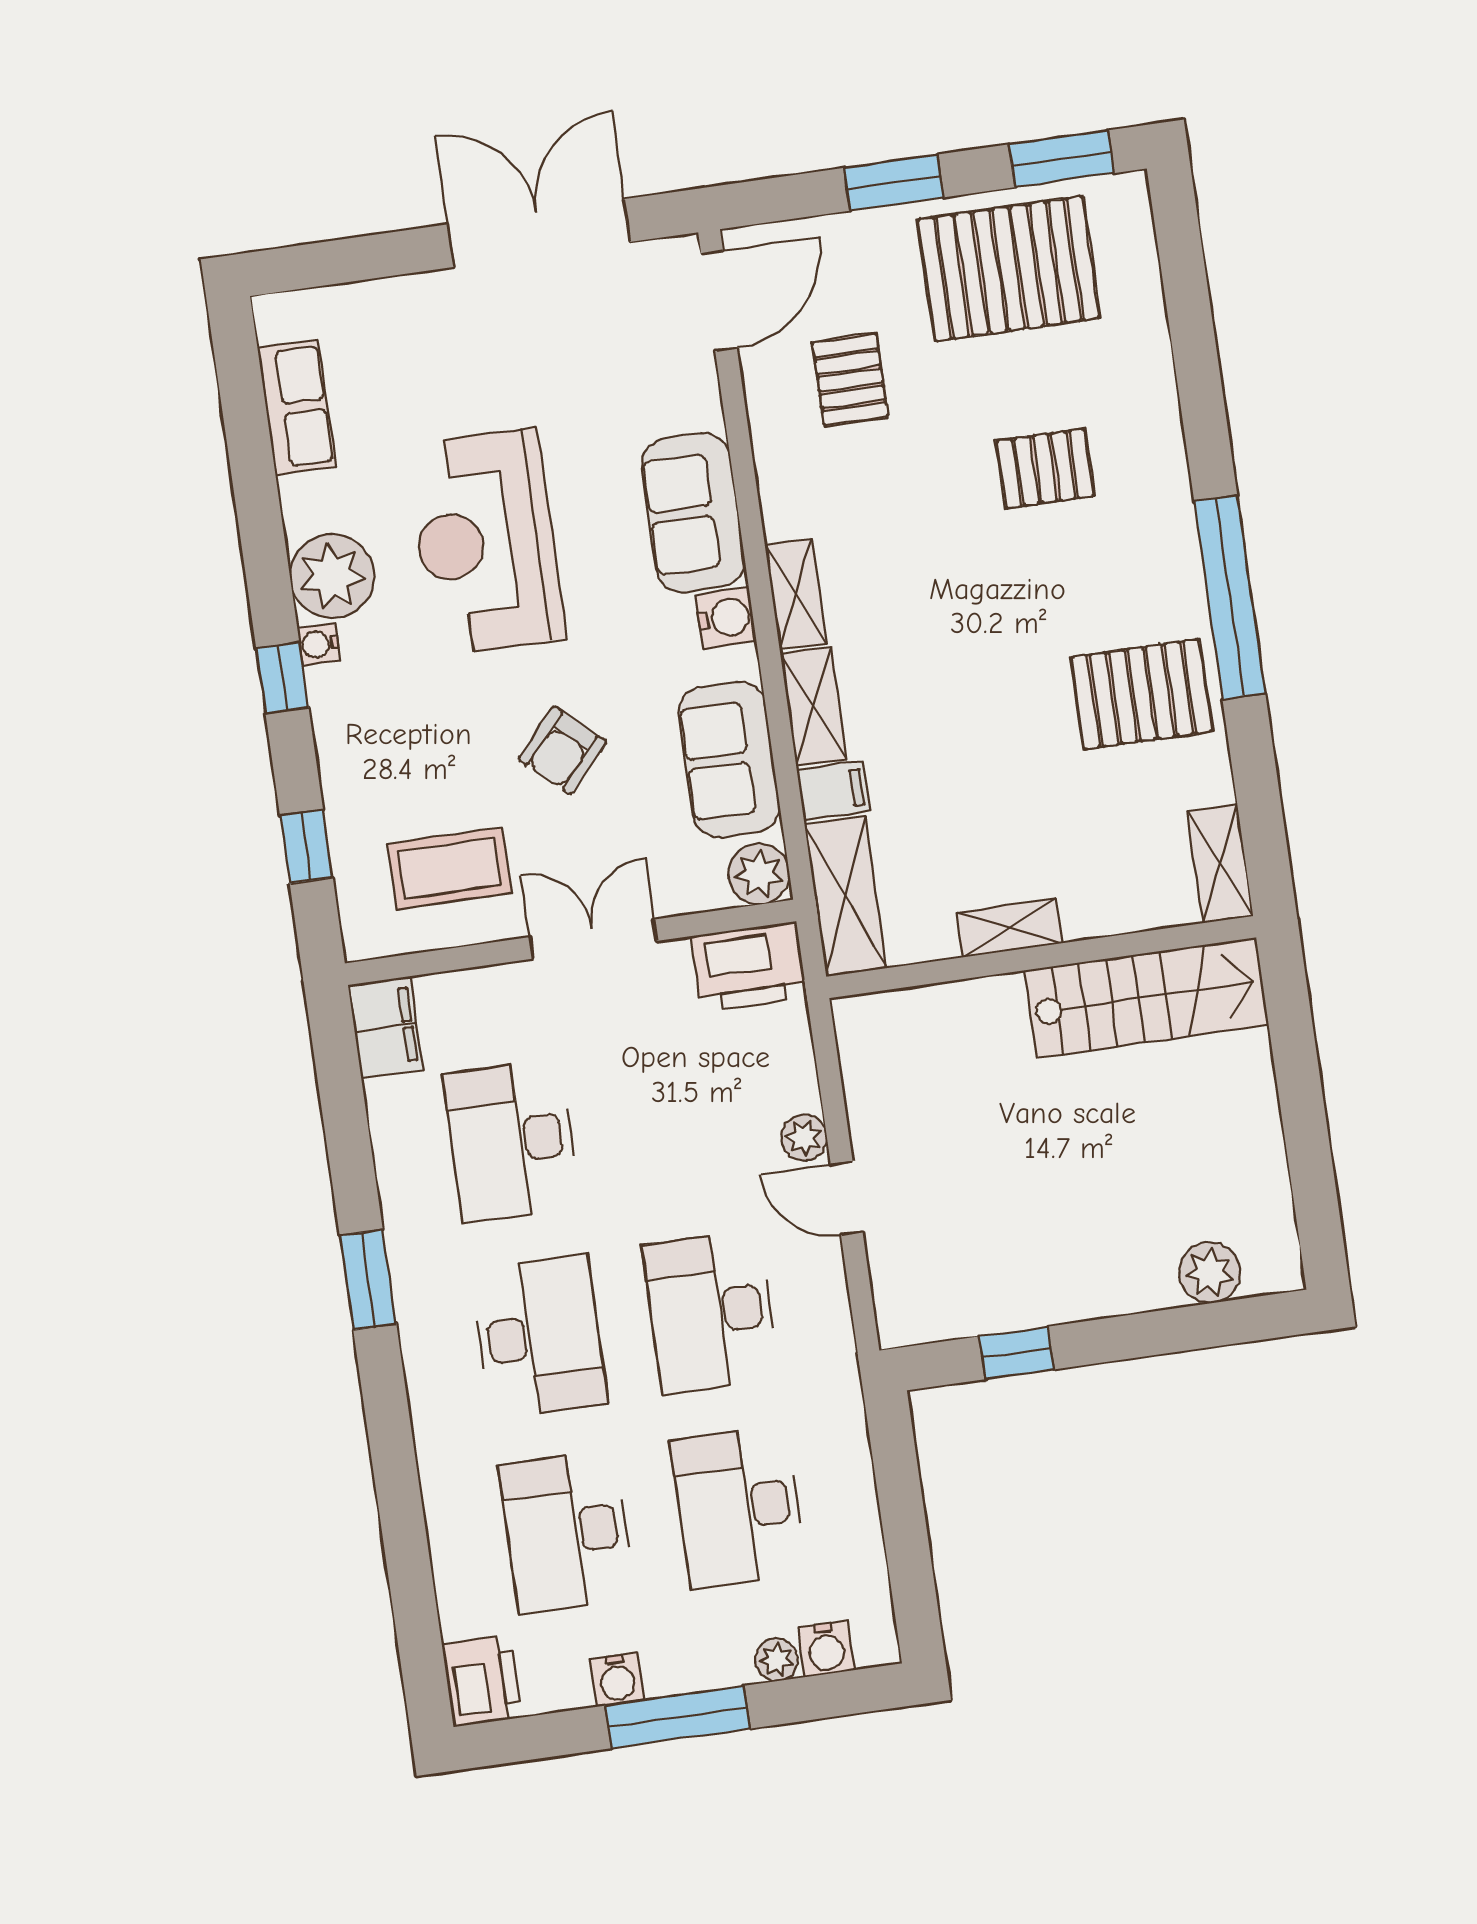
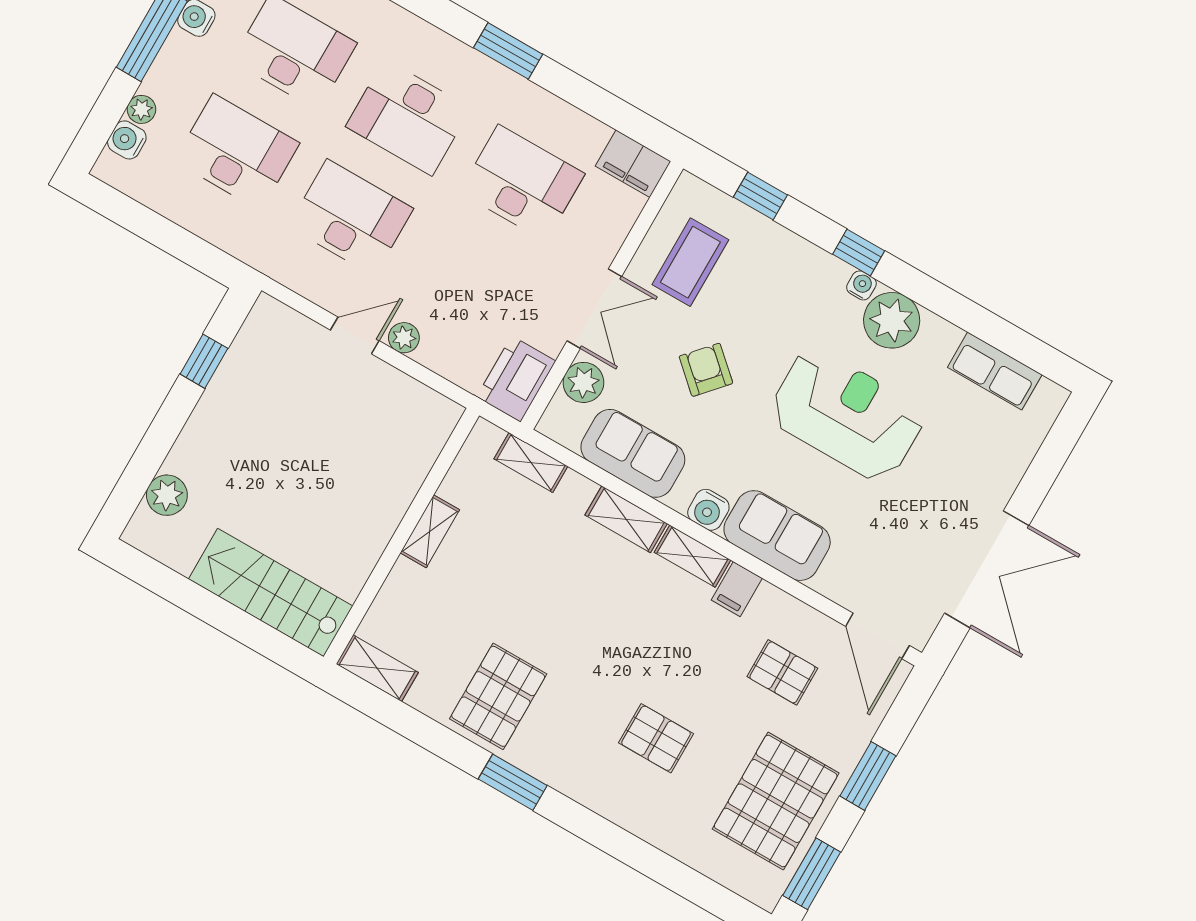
pallet: (1045, 468) -> (656, 738), turned 90
window: (1230, 597) -> (513, 782), width x0.47
filing cabinet: (834, 791) -> (737, 589), moved
plant: (759, 874) -> (583, 382), moved
shelving: (845, 896) -> (531, 463), width x0.67, depth x0.75
stairs: (1146, 998) -> (271, 593), moved, turned 90

